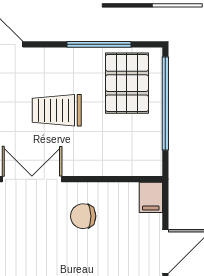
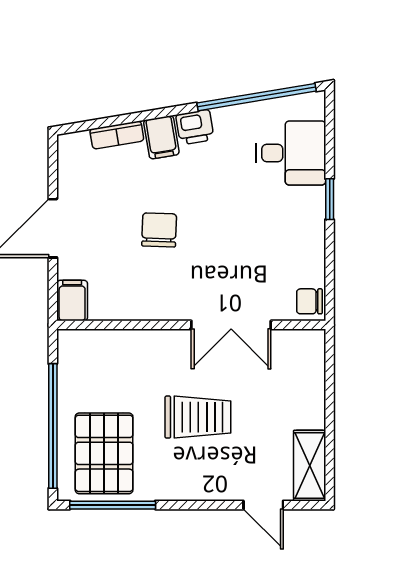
window: (99, 44) -> (113, 505), moved
chair: (83, 216) -> (159, 230), moved, turned -87

